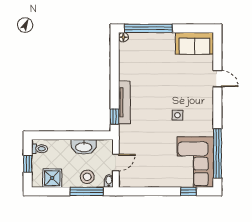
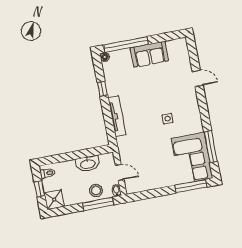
sofa: (194, 43) -> (149, 54), moved
window: (115, 117) -> (102, 89), moved
window: (217, 153) -> (211, 146), width x0.68
door: (116, 163) -> (120, 172), hinge flipped
shower: (52, 178) -> (54, 200), moved
window: (189, 191) -> (191, 186), width x2.17

